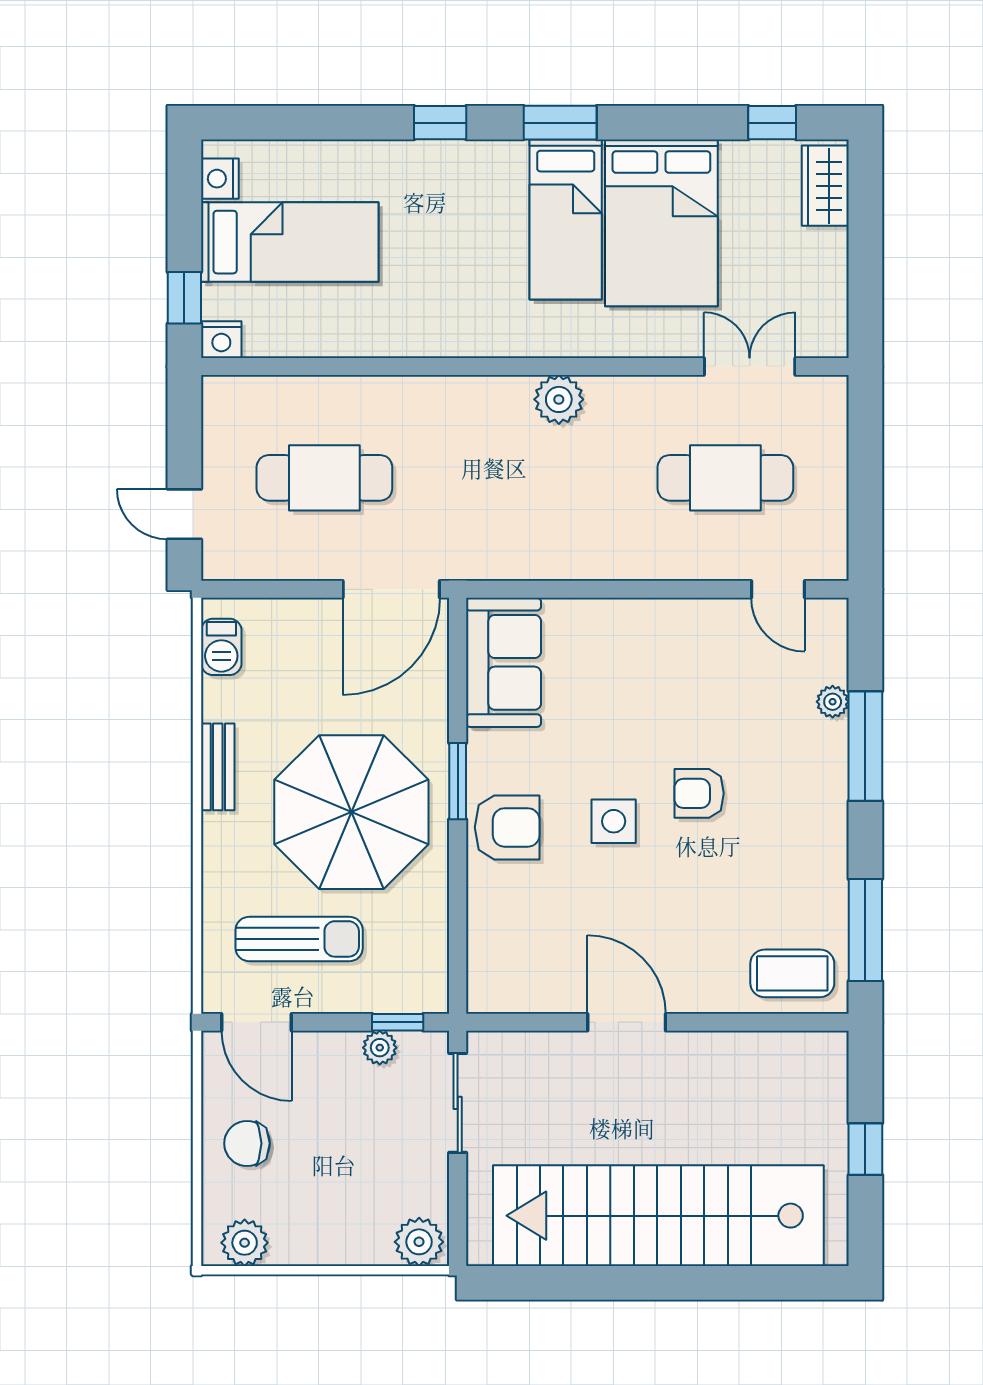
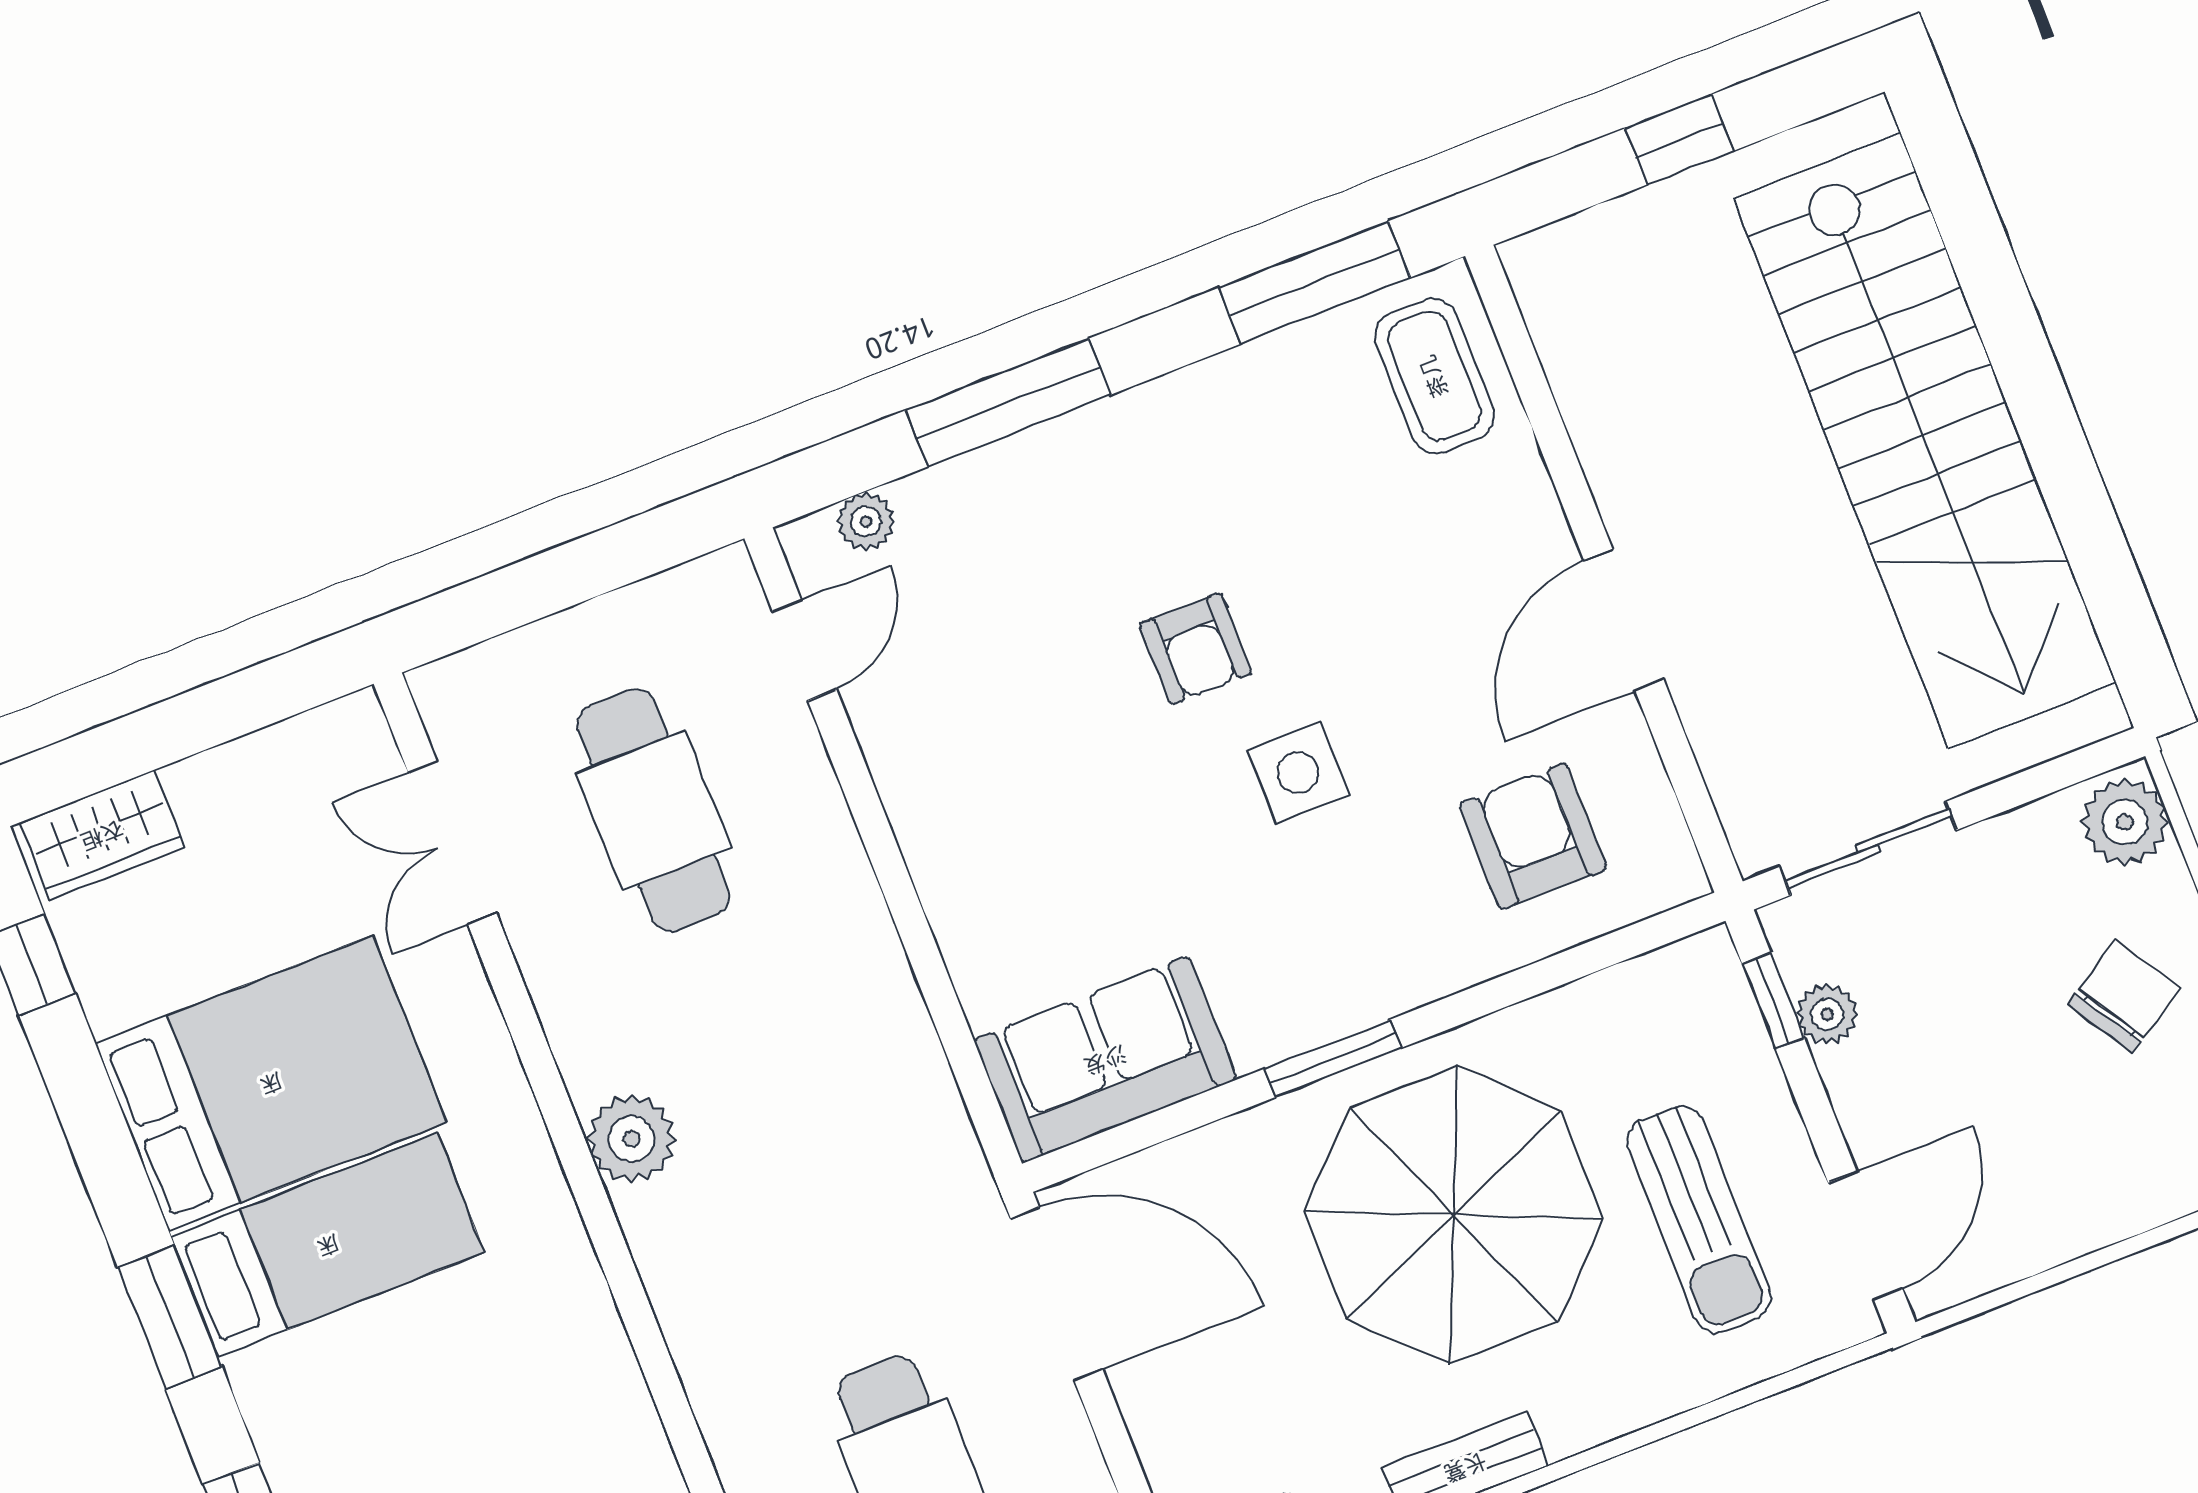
plant: (833, 702) -> (866, 521), moved
armchair: (507, 827) -> (1533, 836), moved
sun lounger: (299, 939) -> (1699, 1219), turned 180
chair: (247, 1143) -> (2124, 996), moved, turned -122

